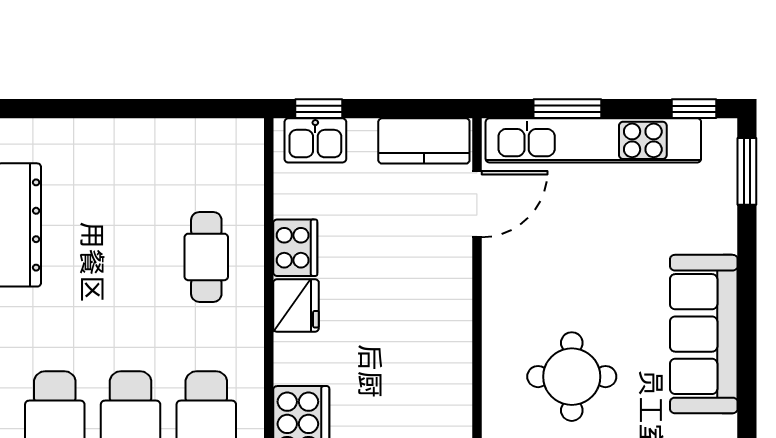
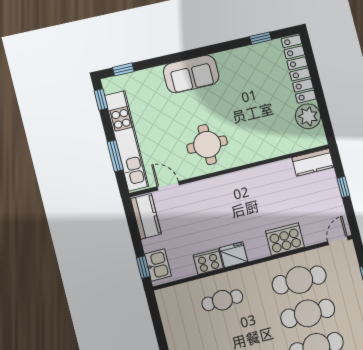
window: (747, 171) -> (123, 69), width x0.67
door: (477, 204) -> (168, 186), width x0.73
sofa: (704, 334) -> (191, 74), width x0.73
round table: (572, 377) -> (207, 145), moved

